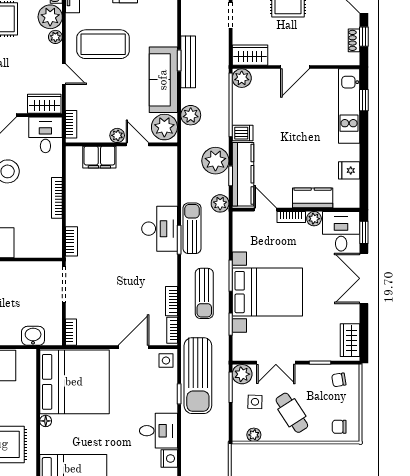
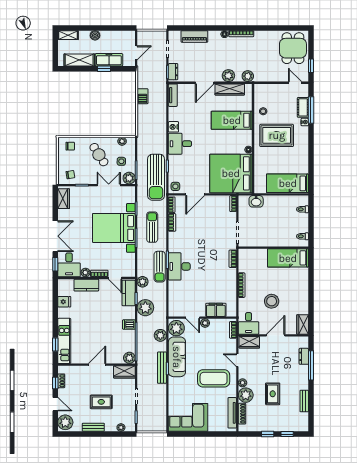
kitchen counter: (243, 174) -> (129, 293), width x0.67
sun lounger: (198, 376) -> (156, 177), turned 180

